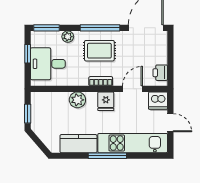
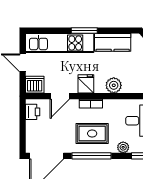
window: (107, 156) -> (84, 30), width x0.69

